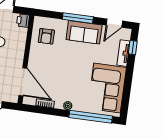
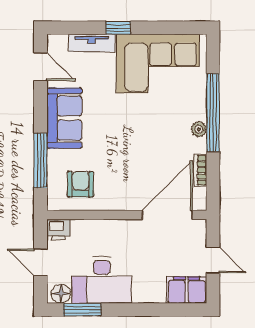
window: (78, 18) -> (40, 160), moved
armchair: (46, 36) -> (81, 184), turned -90
window: (133, 48) -> (118, 28), moved
window: (91, 117) -> (213, 113), moved

